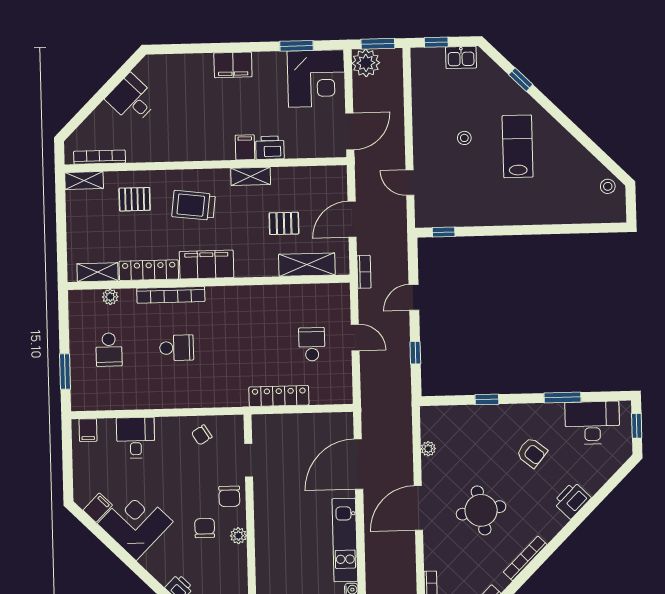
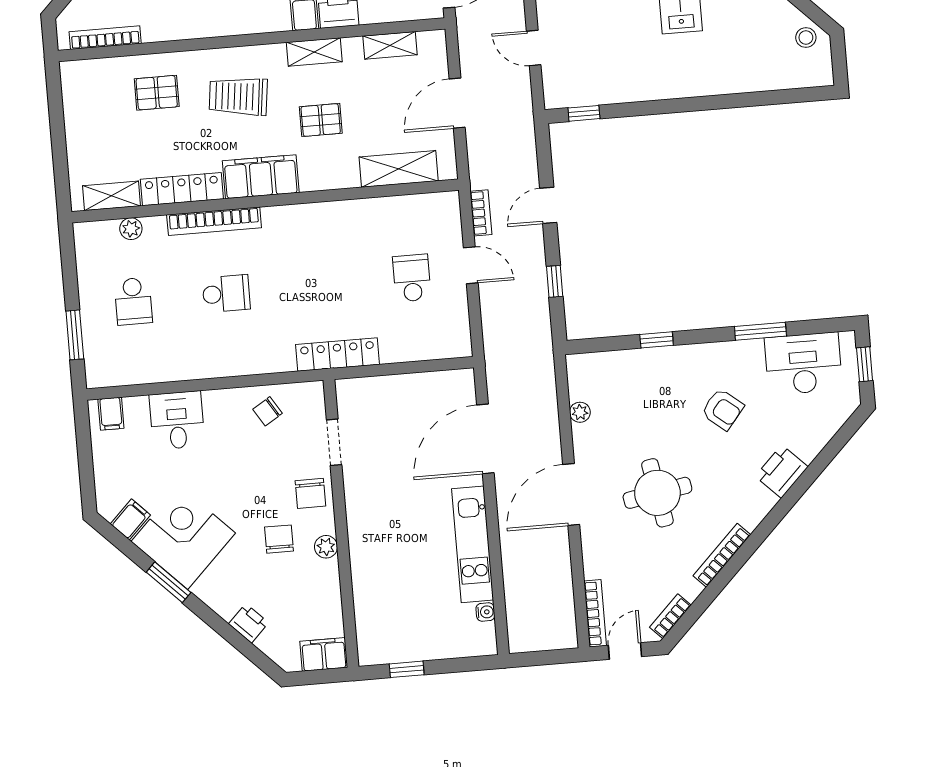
shelving: (84, 180) -> (390, 45), moved
pallet: (284, 223) -> (321, 120), moved
bookcase: (364, 272) -> (481, 213), moved
locker: (279, 396) -> (338, 354), moved
window: (123, 555) -> (169, 582), added

